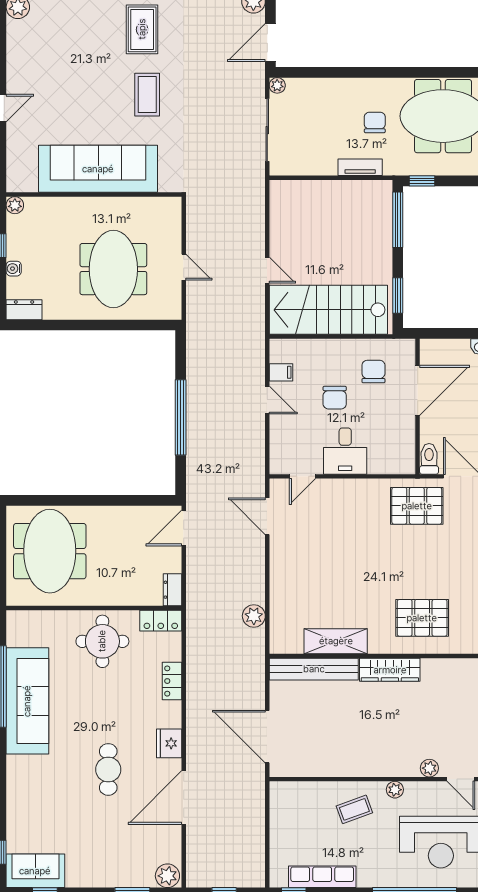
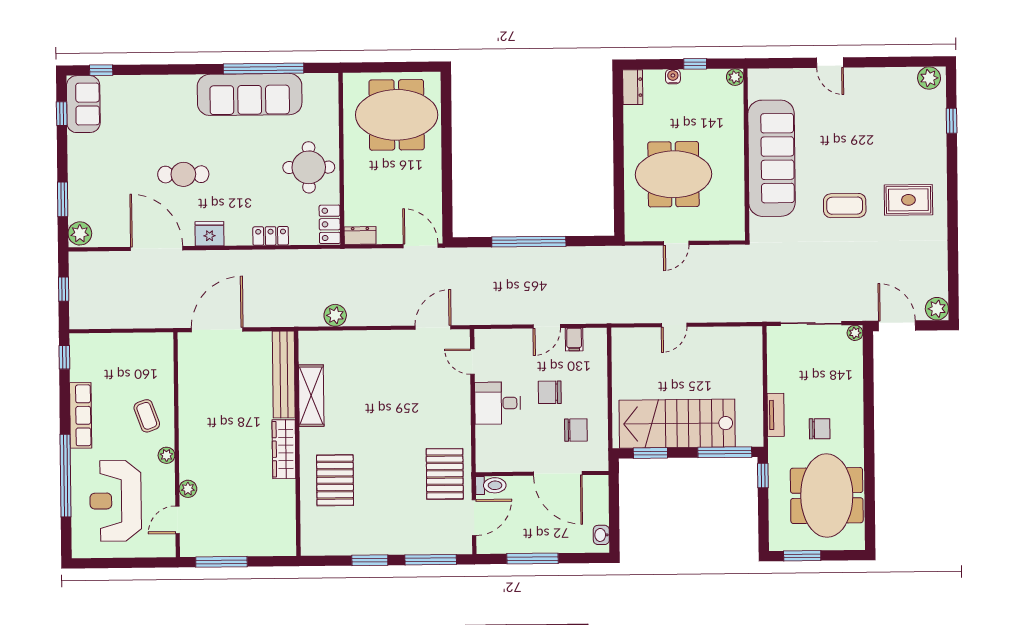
stairs: (328, 310) -> (677, 424), moved, turned -90
row of seats: (322, 877) -> (81, 415), moved

